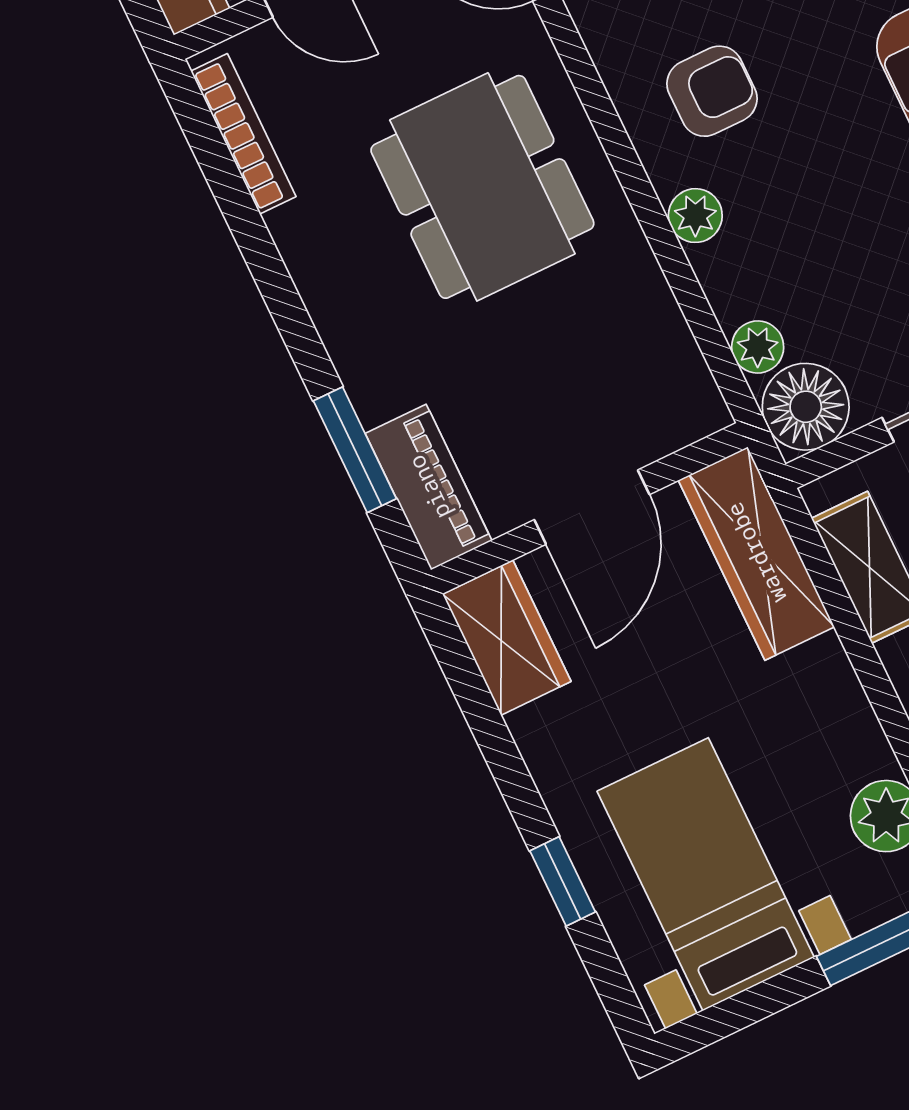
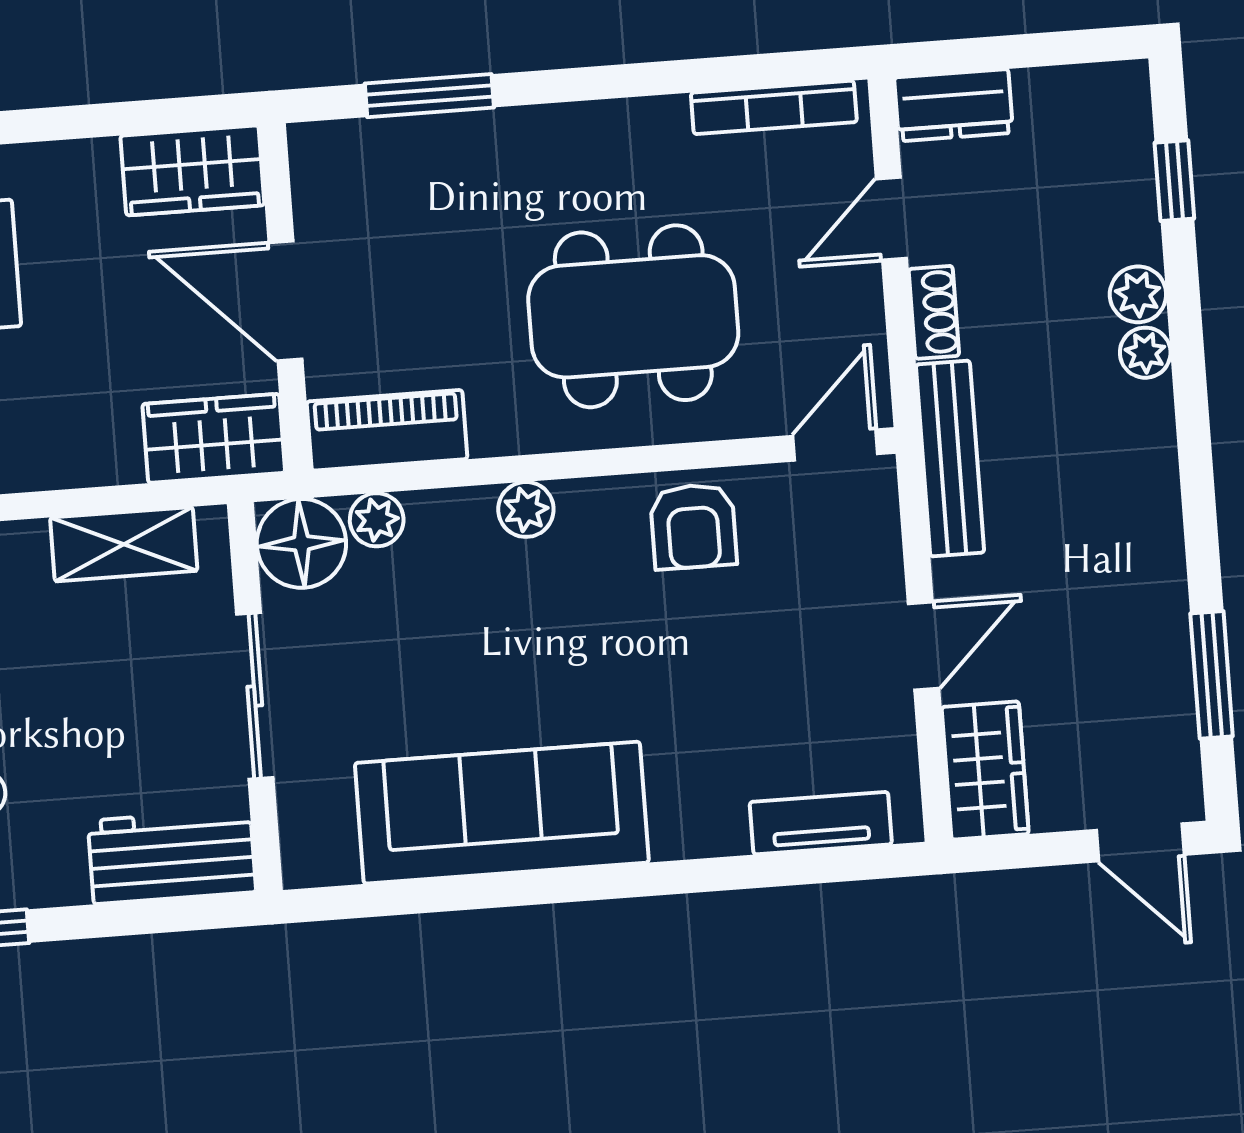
armchair: (712, 91) -> (693, 526), moved
piano: (429, 487) -> (387, 430), moved, turned 180
wardrobe: (756, 553) -> (214, 438), width x0.67

